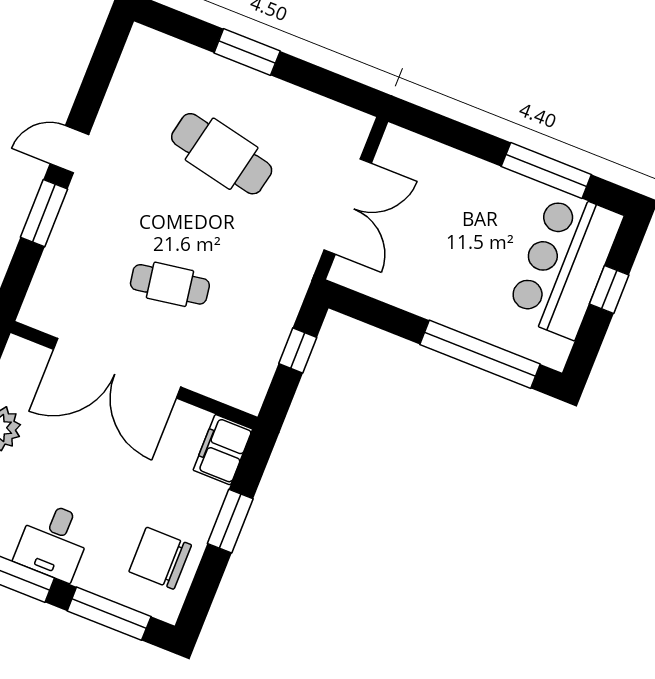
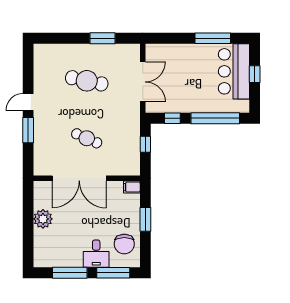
window: (247, 52) -> (102, 38), moved
cafe table: (170, 284) -> (87, 138), turned 33
window: (382, 316) -> (172, 118), added
filing cabinet: (223, 450) -> (132, 187), width x0.50
desk: (53, 541) -> (96, 254), moved
chair: (160, 558) -> (124, 244), turned -90

